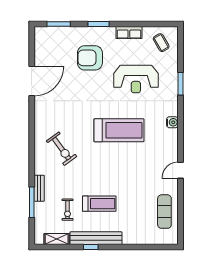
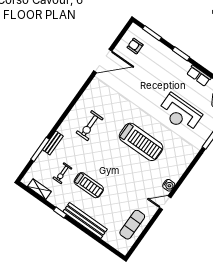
armchair: (90, 58) -> (135, 46), moved, width x0.53, depth x0.53
water cooler: (172, 122) -> (169, 185), moved
exercise bike: (62, 149) -> (90, 126), turned 36
bench: (96, 238) -> (85, 221), moved

